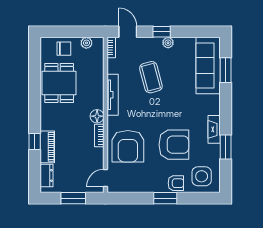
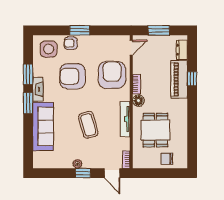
plant: (86, 43) -> (147, 164), removed
sofa: (208, 65) -> (43, 127), moved
window: (226, 70) -> (28, 103), moved
coffee table: (151, 77) -> (88, 125), moved
dining table: (59, 83) -> (155, 130), moved
piano: (47, 147) -> (179, 79), width x1.37, depth x1.33

